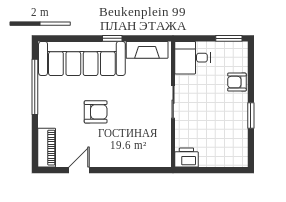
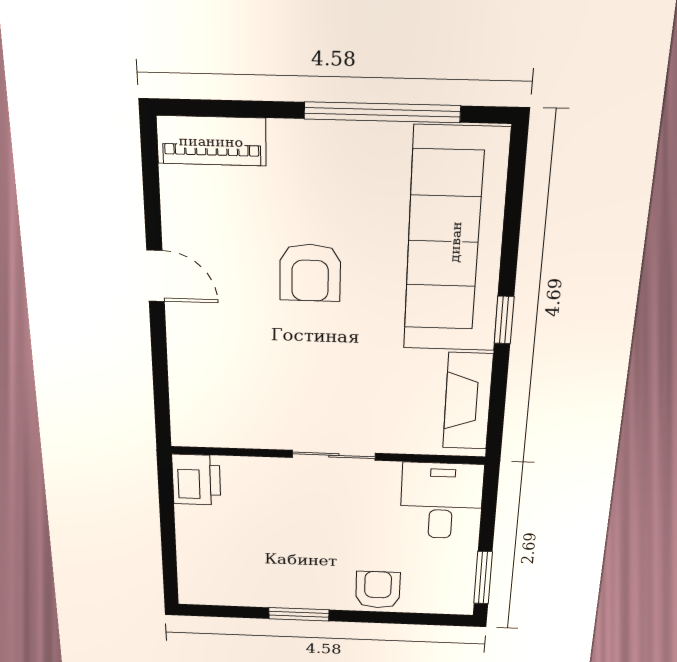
door: (79, 170) -> (156, 276), moved

